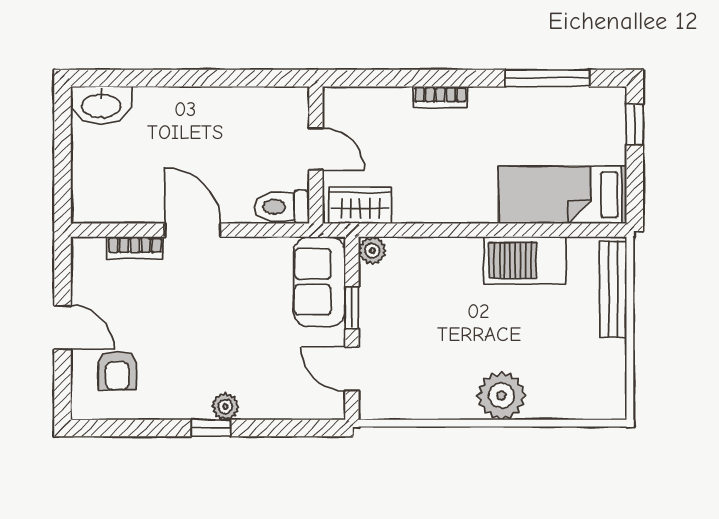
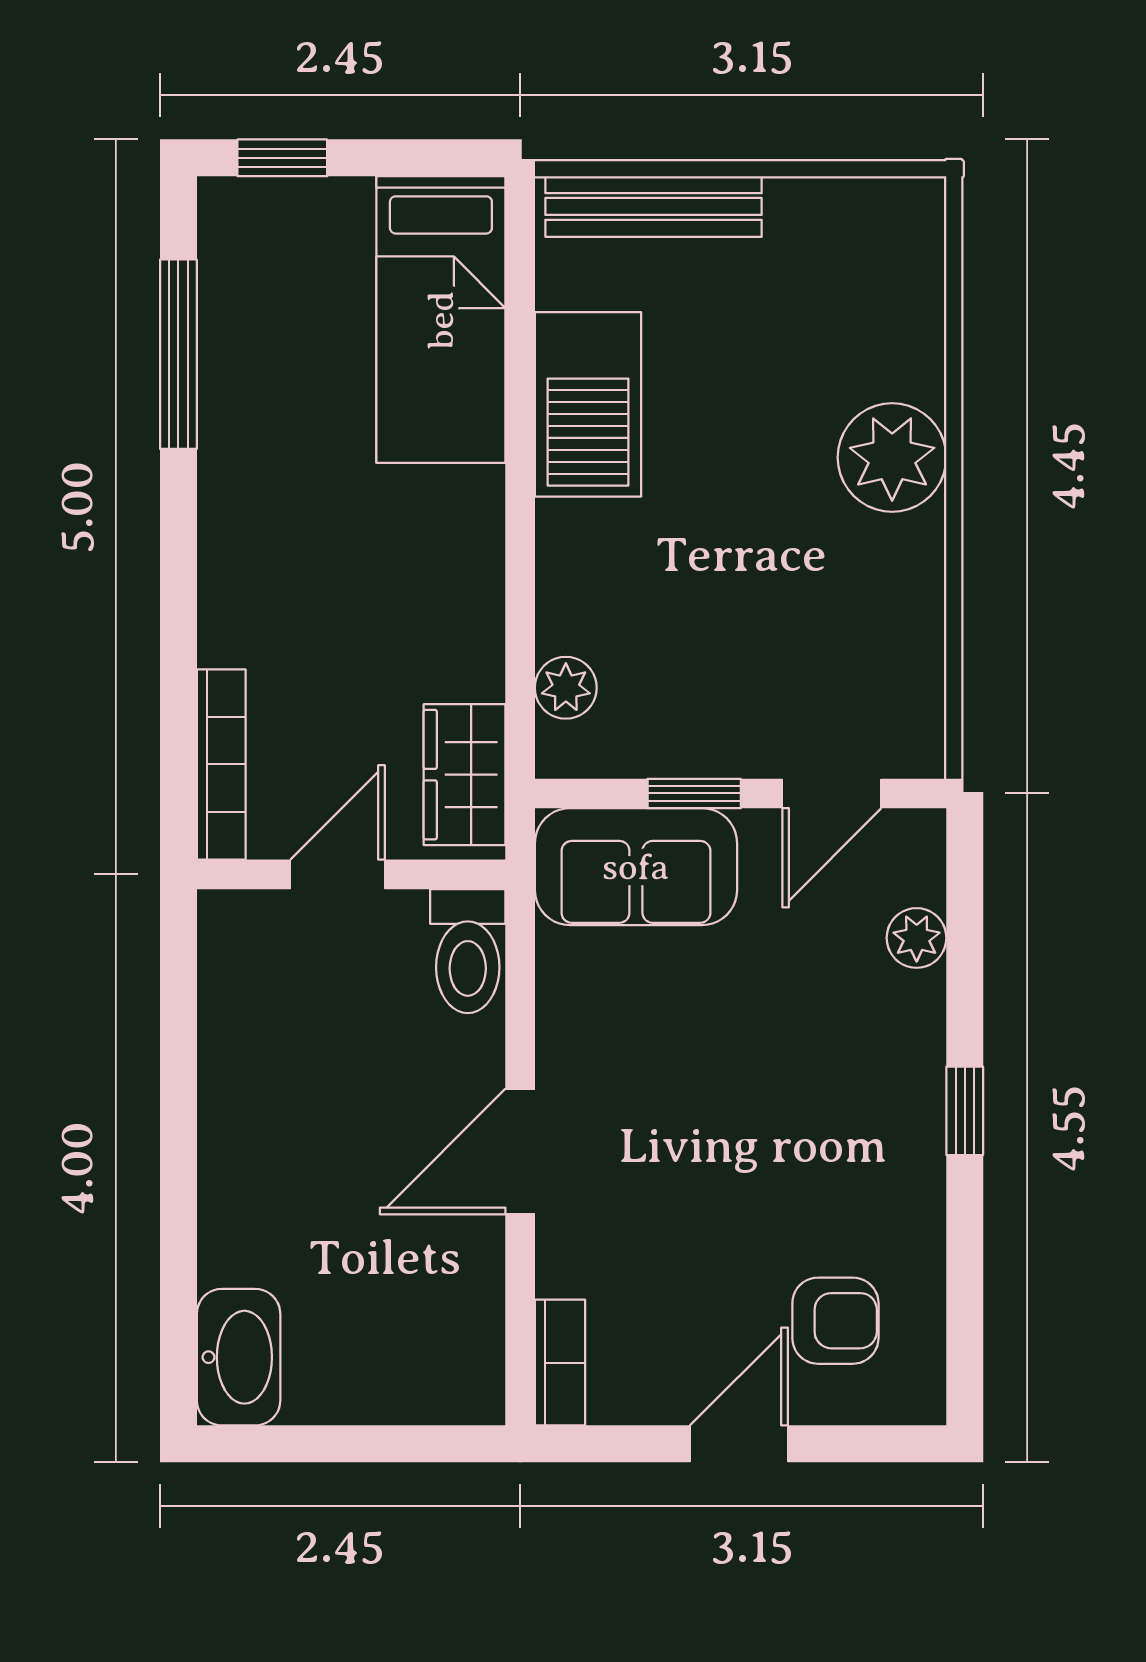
bookcase: (440, 97) -> (221, 764), moved, width x1.56
bookcase: (135, 248) -> (560, 1363), moved
plant: (372, 250) -> (566, 688), moved
plant: (225, 406) -> (917, 938), moved

